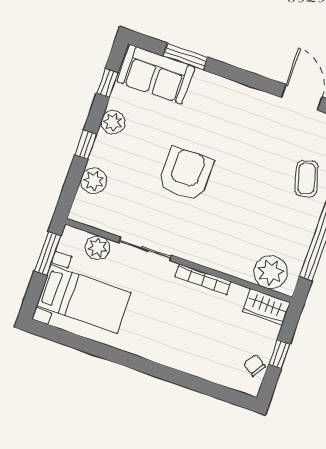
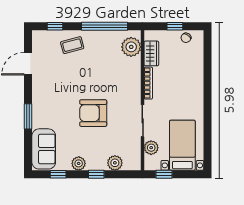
window: (186, 57) -> (28, 116), moved
window: (48, 253) -> (164, 174), width x0.67
wardrobe: (266, 307) -> (151, 53), moved

